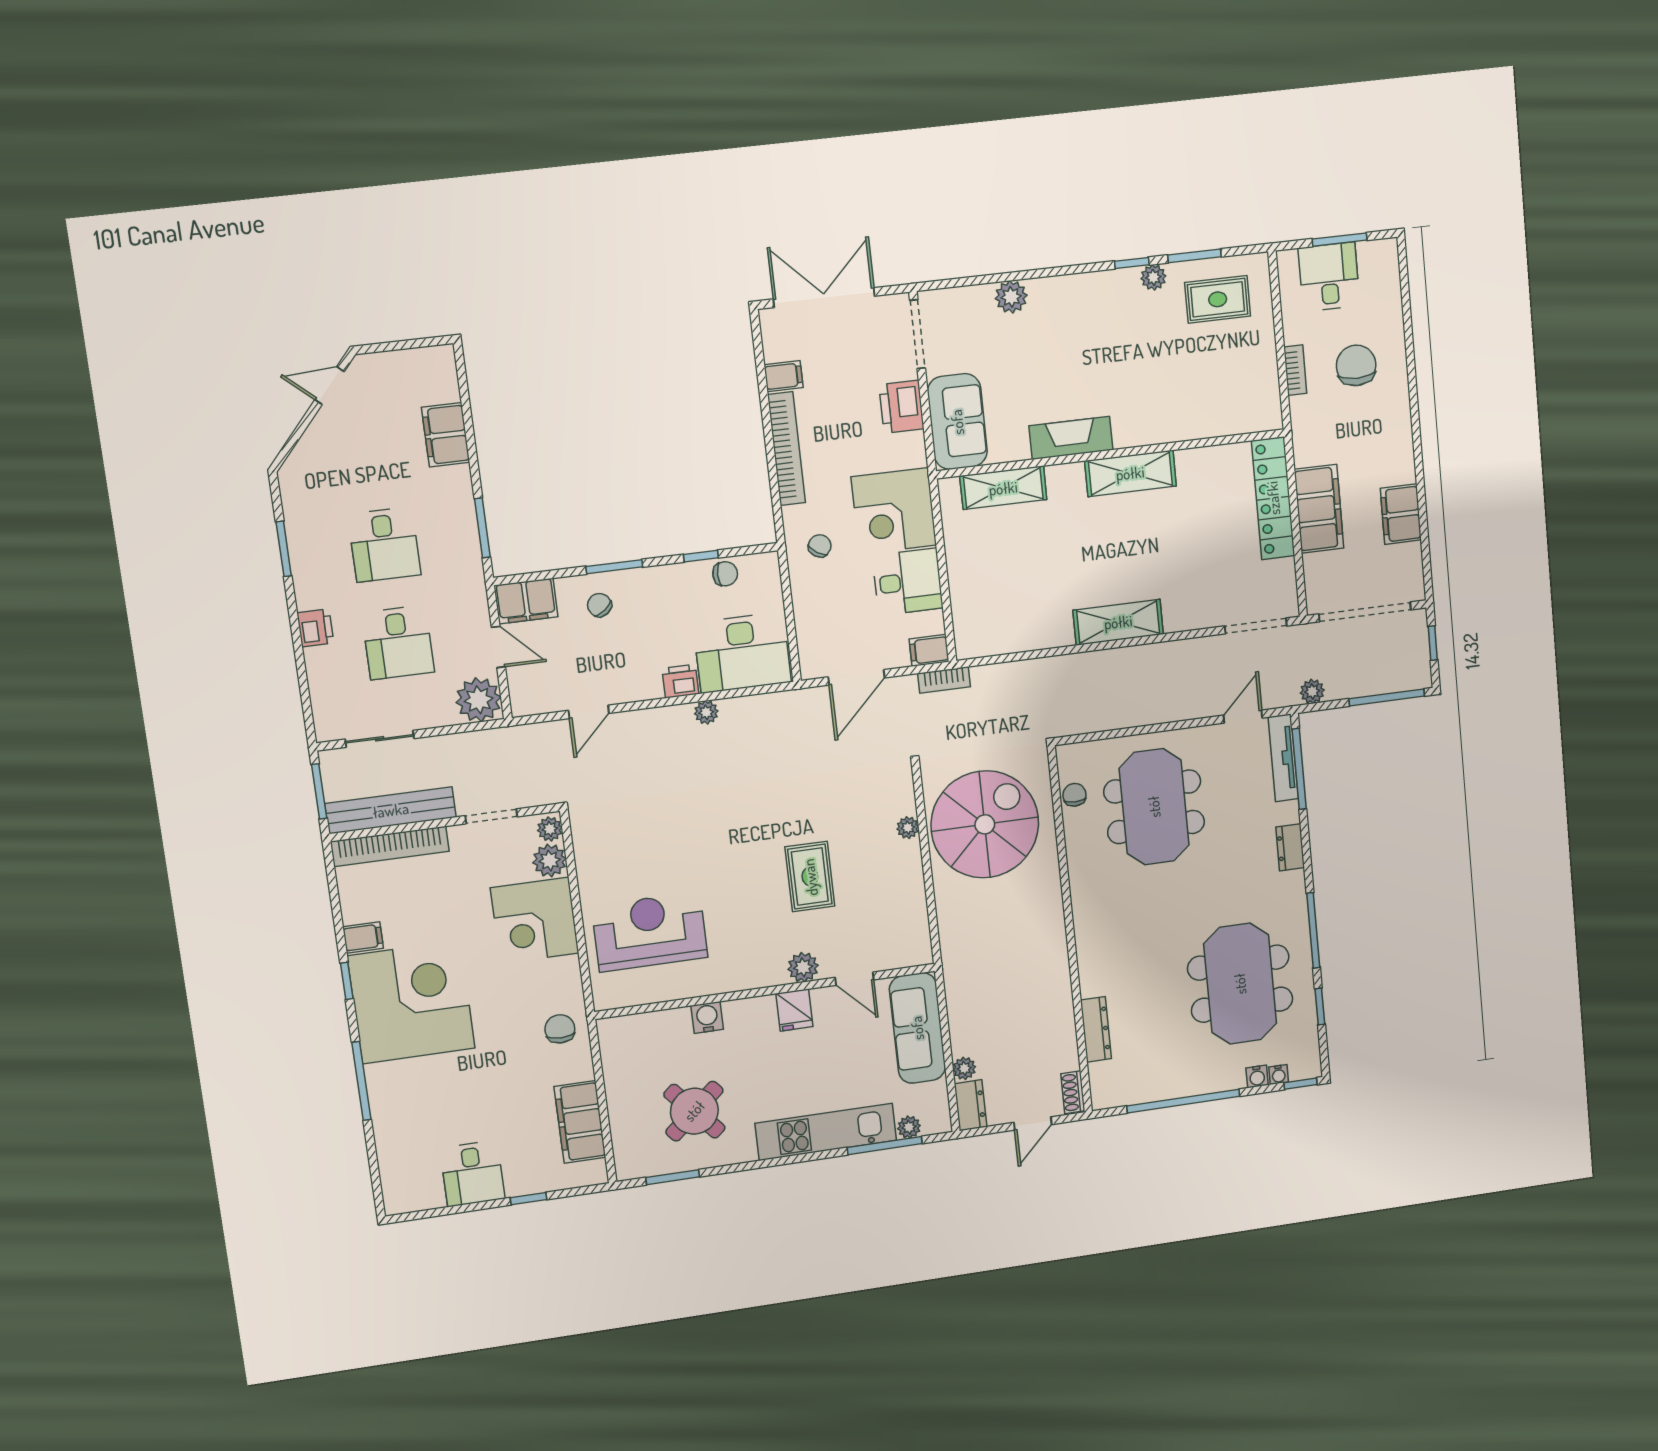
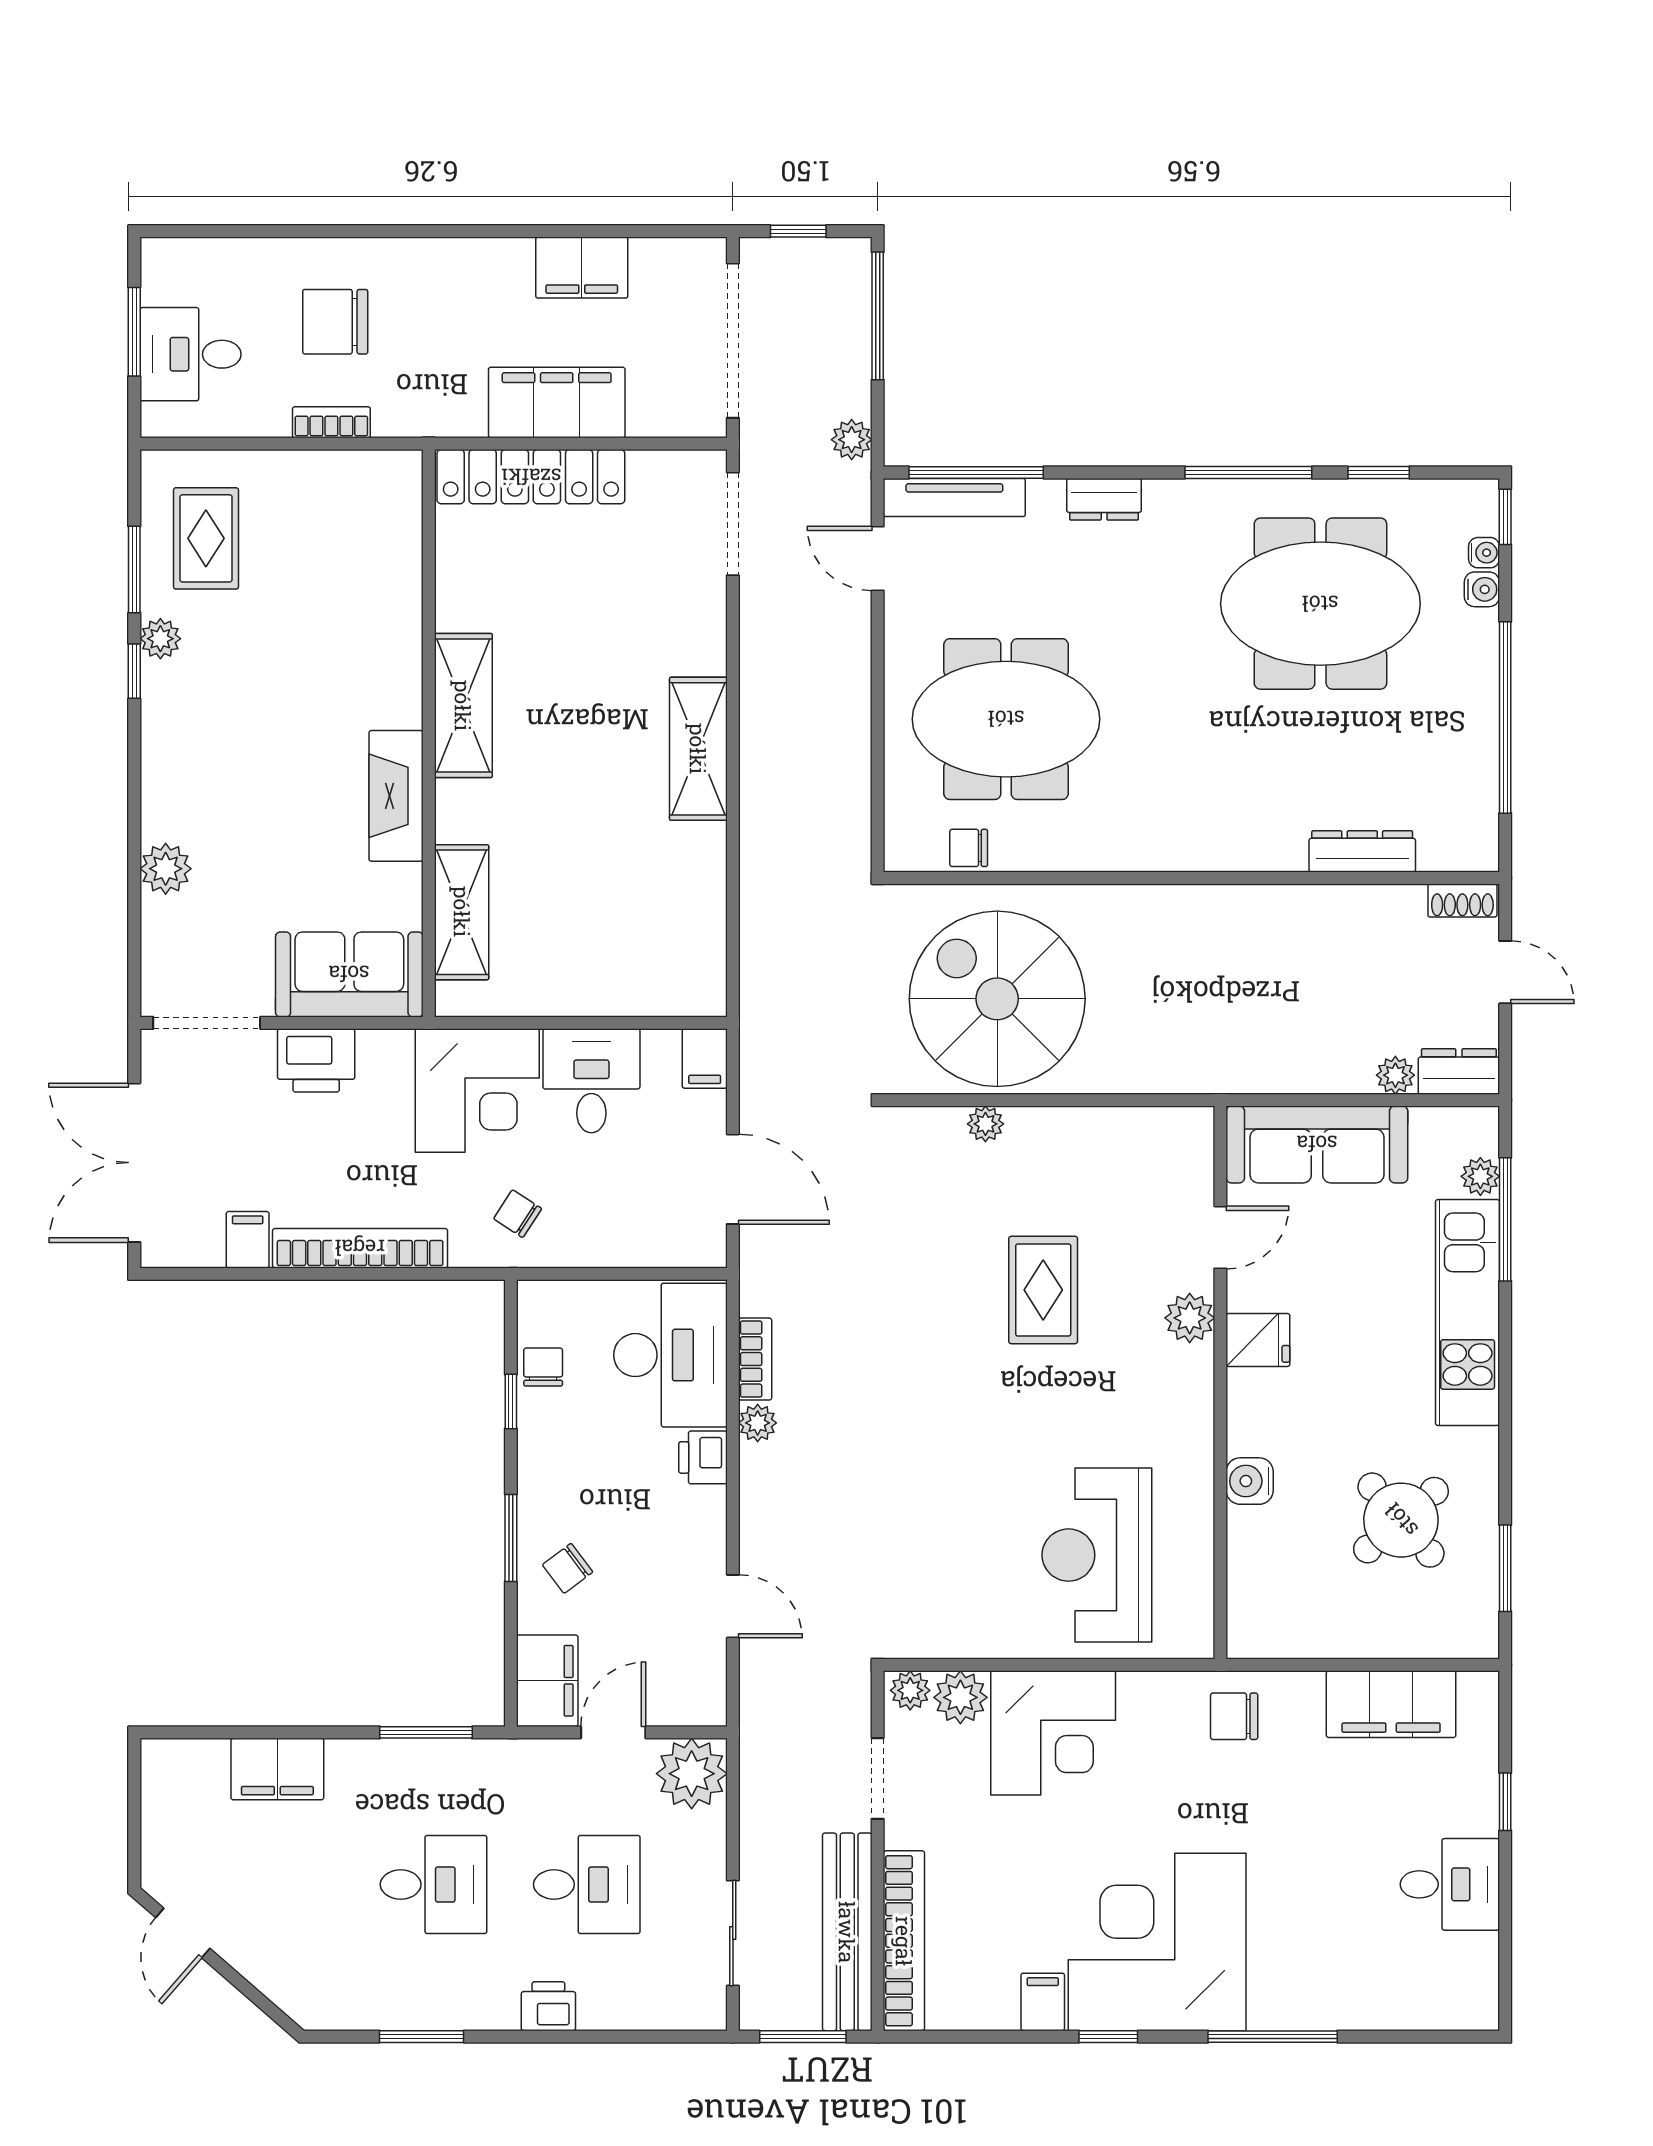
bookcase: (944, 680) -> (755, 1359), moved
rug: (810, 877) -> (1043, 1290), turned 90

